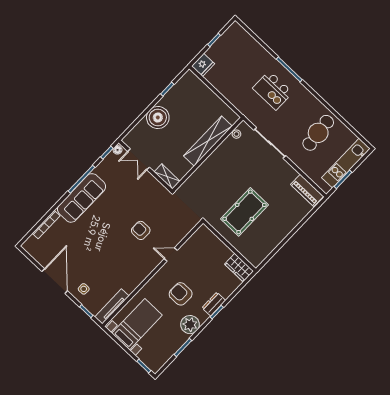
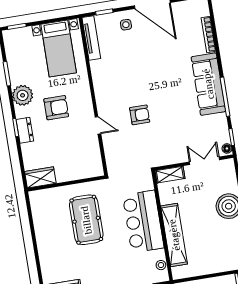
bar counter: (215, 170) -> (143, 221), added
door: (171, 254) -> (98, 125), hinge flipped

